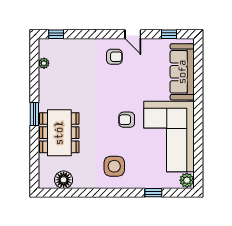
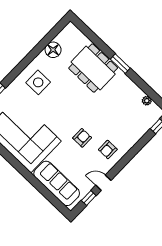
door: (133, 34) -> (103, 183), moved
armchair: (127, 120) -> (82, 138), moved
floor lamp: (64, 180) -> (53, 50), moved

